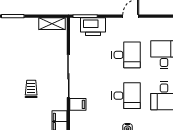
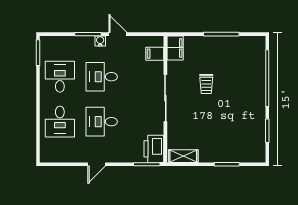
printer: (93, 27) -> (154, 149), moved, turned -90
filing cabinet: (78, 104) -> (155, 54), moved

